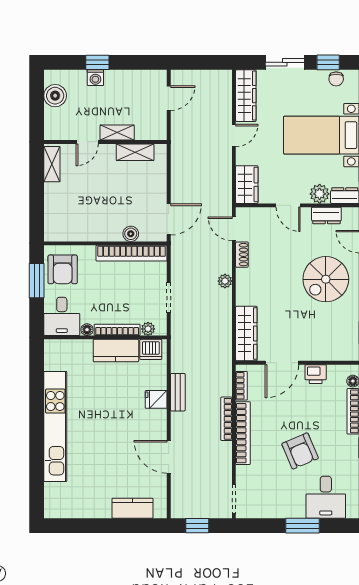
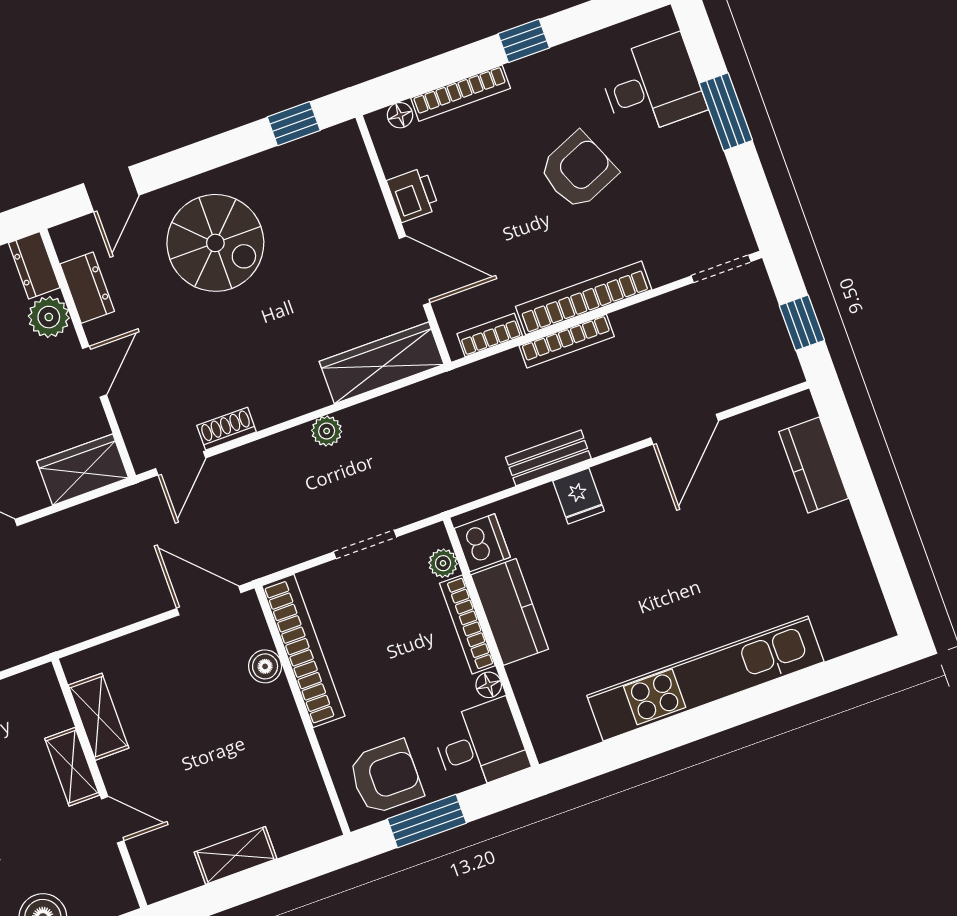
shelving: (52, 164) -> (236, 855), moved
plant: (225, 281) -> (327, 431), moved

